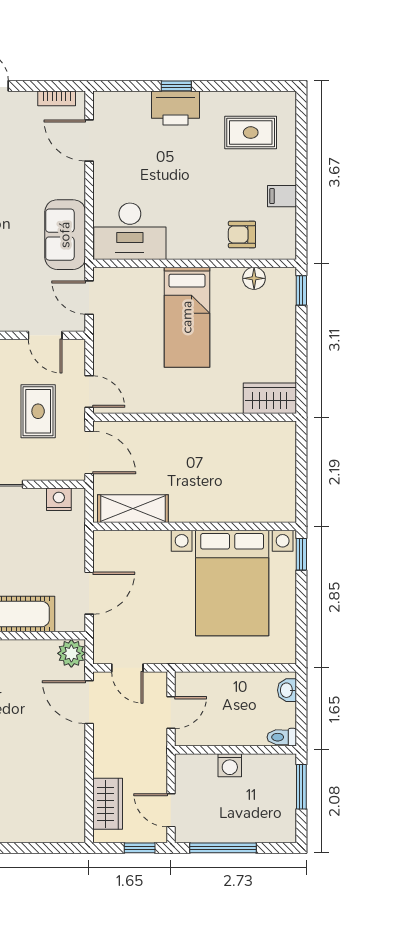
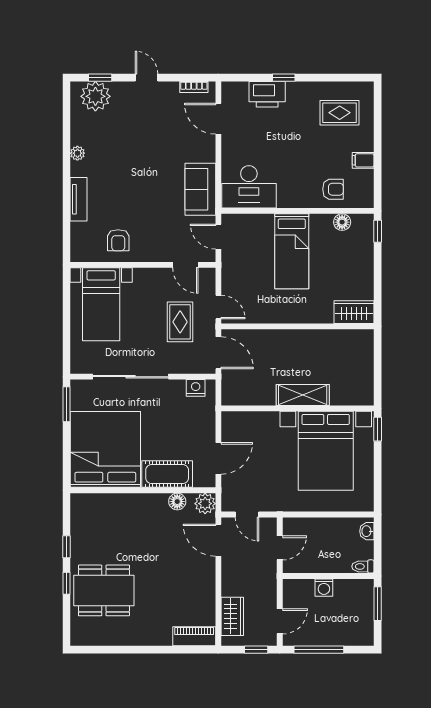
printer: (176, 108) -> (267, 94), moved
armchair: (242, 234) -> (333, 189), turned 180
shelving: (133, 509) -> (303, 395), moved
floor lamp: (34, 651) -> (177, 502), added
door: (171, 810) -> (280, 621), swing flipped
piano: (57, 830) -> (194, 636), added

